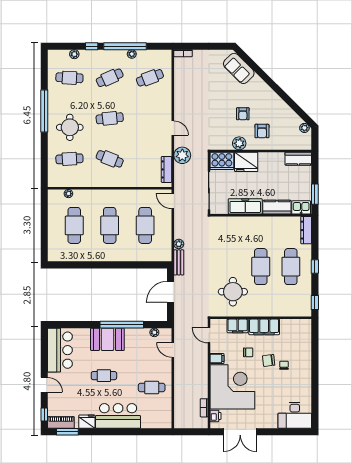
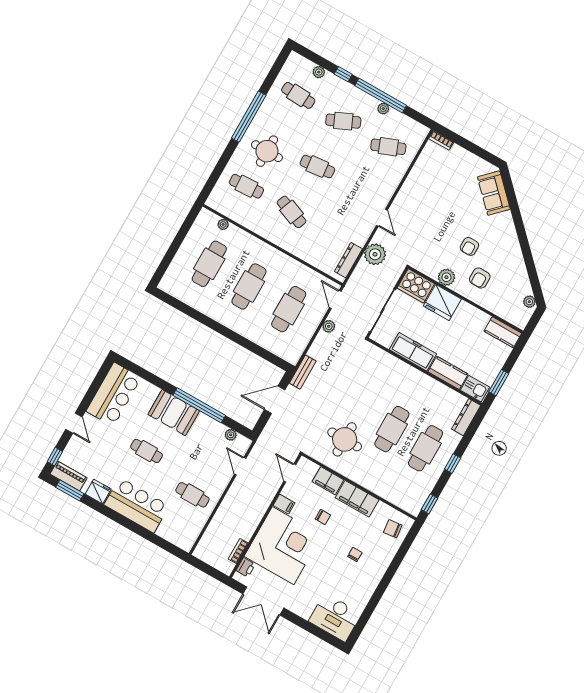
plant: (179, 244) -> (329, 326), moved
chair: (269, 360) -> (393, 529), moved

